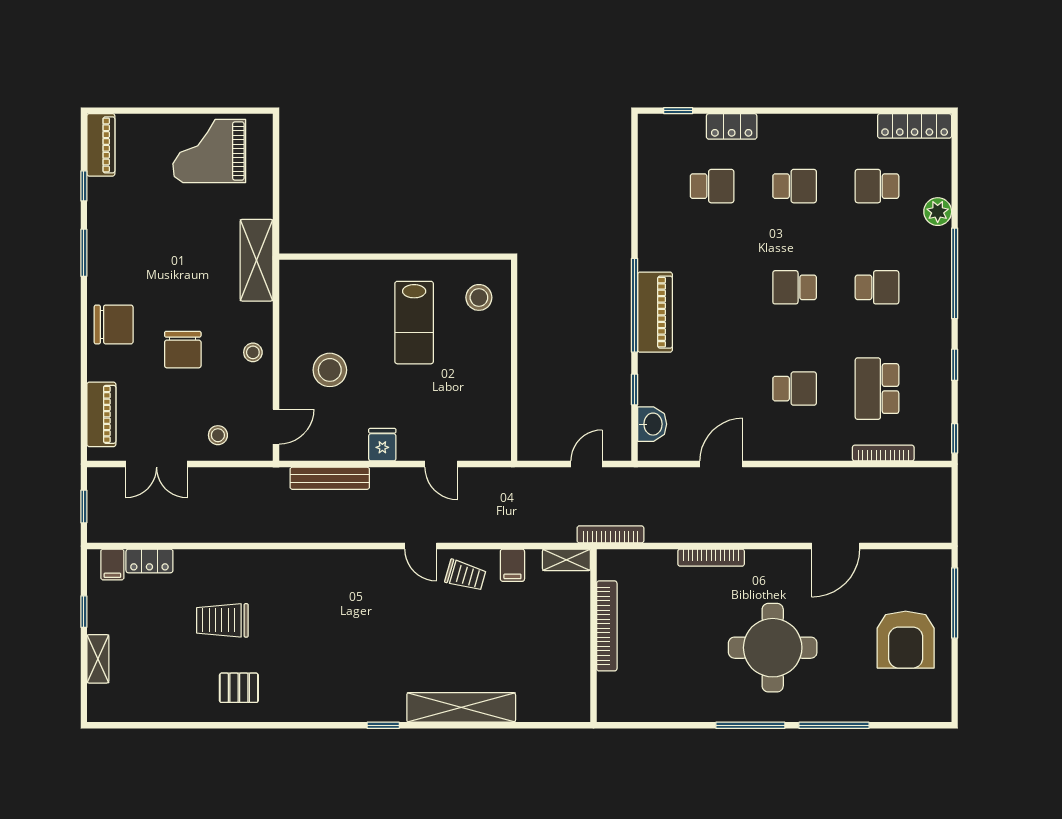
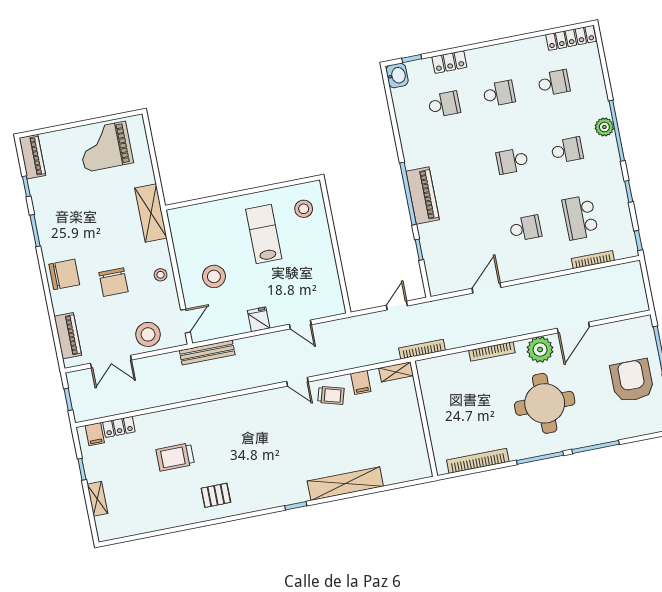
school desk: (877, 186) -> (554, 83), turned 180
plant: (938, 212) -> (604, 127), moved
lab bench: (414, 323) -> (264, 234), turned 180
washbasin: (652, 424) -> (397, 75), moved
stool: (218, 435) -> (148, 334), width x1.89, depth x1.89
bench: (330, 478) -> (207, 353), moved
plant: (781, 568) -> (540, 350), added
bookcase: (607, 626) -> (478, 461), moved, turned -90
armchair: (906, 640) -> (632, 381), turned 180
pallet: (239, 688) -> (216, 495), moved

